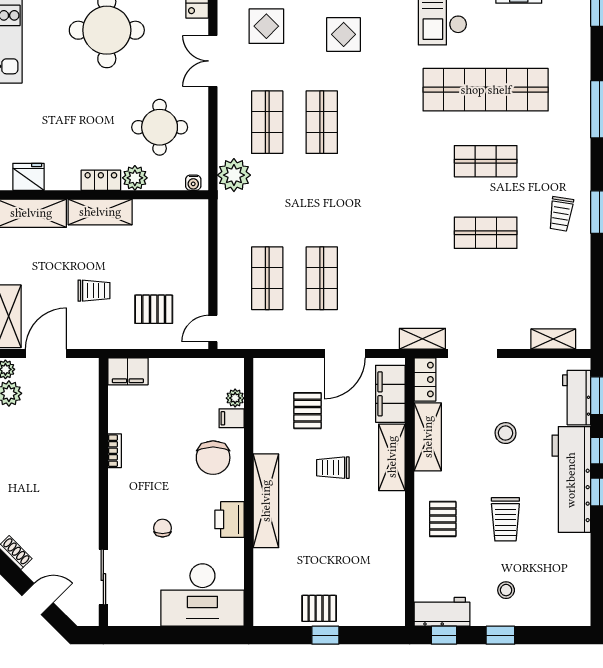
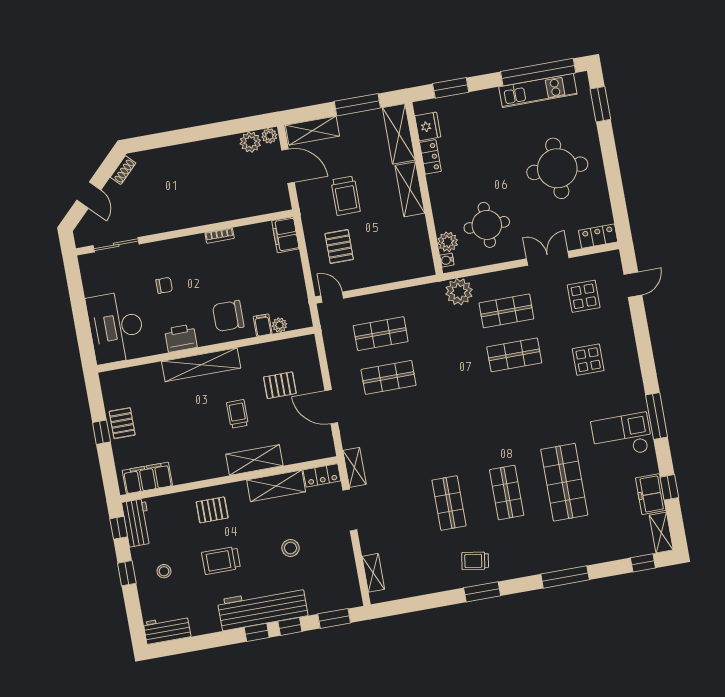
shop shelf: (486, 90) -> (564, 482), width x0.71
plant: (135, 178) -> (448, 242), moved
locker: (101, 180) -> (430, 157), moved
trolley: (94, 291) -> (346, 196), width x1.36, depth x1.39
filing cabinet: (390, 394) -> (147, 478), moved
workbench: (577, 398) -> (167, 629), moved

